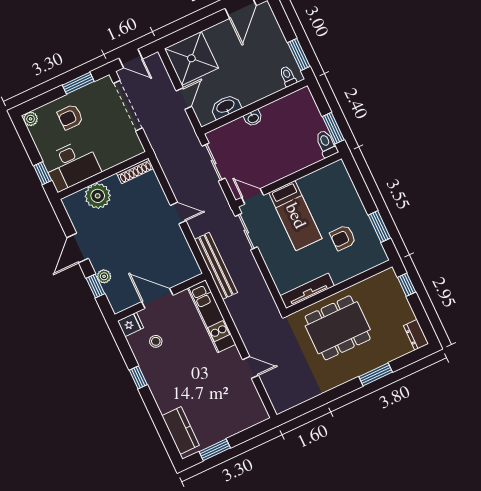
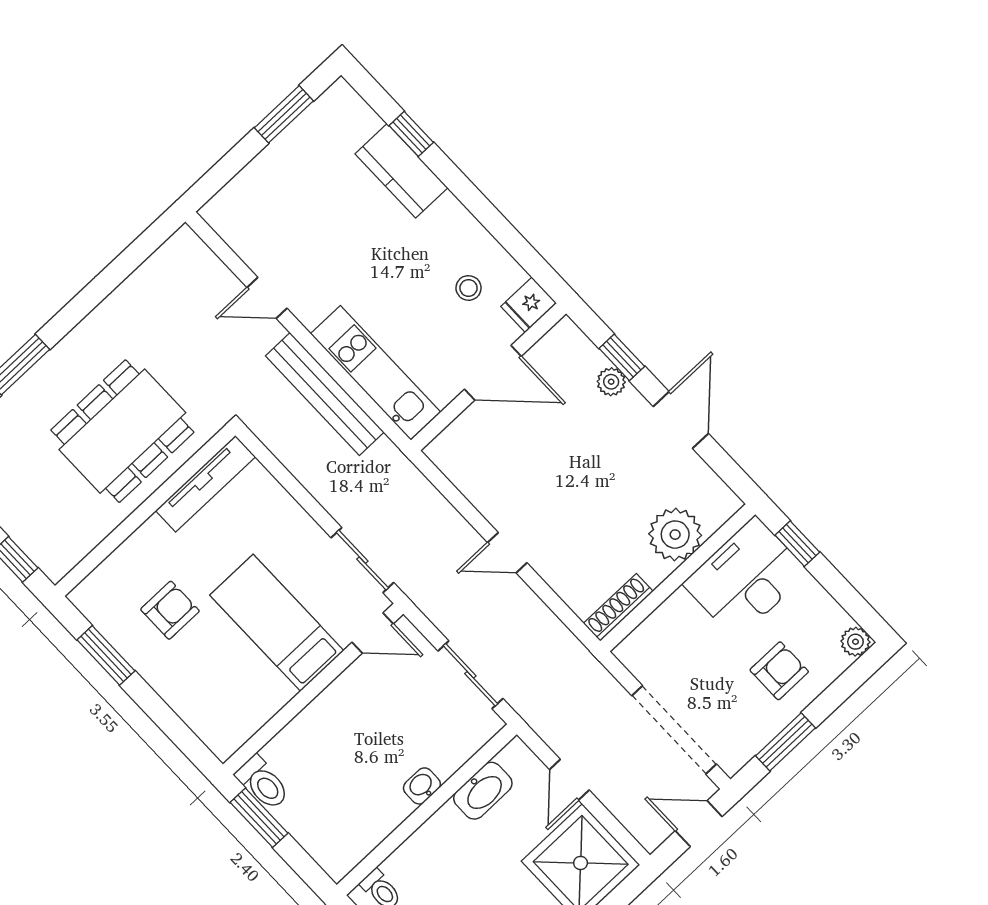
bench: (216, 266) -> (325, 394), moved
window: (138, 377) -> (411, 134), moved
kitchen counter: (181, 431) -> (401, 171), moved

